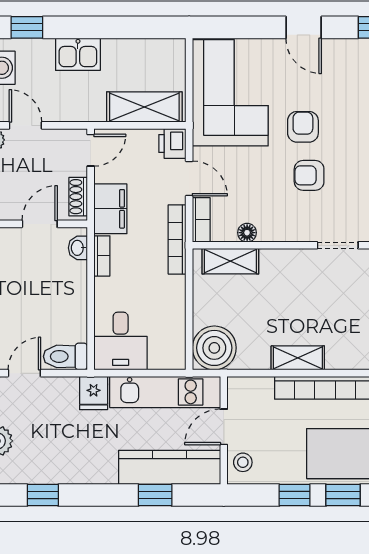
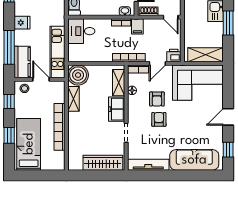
window: (103, 27) -> (228, 23), added
shelving: (144, 107) -> (205, 55), moved, turned 90
armchair: (303, 127) -> (157, 99), moved, turned 90
filing cabinet: (110, 209) -> (137, 26), width x0.50
freezer: (287, 266) -> (117, 109), added
shelving: (298, 358) -> (73, 99), moved
fridge: (94, 393) -> (22, 23), moved, turned 180
kitchen counter: (170, 467) -> (22, 62), width x0.67
window: (155, 495) -> (9, 47), width x2.17
window: (295, 495) -> (9, 102), moved

